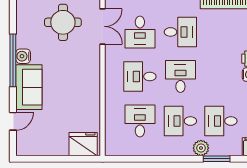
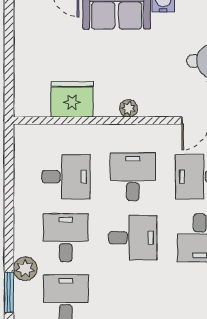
plant: (94, 79) -> (129, 108), added
fridge: (83, 144) -> (72, 99), moved, turned -90

